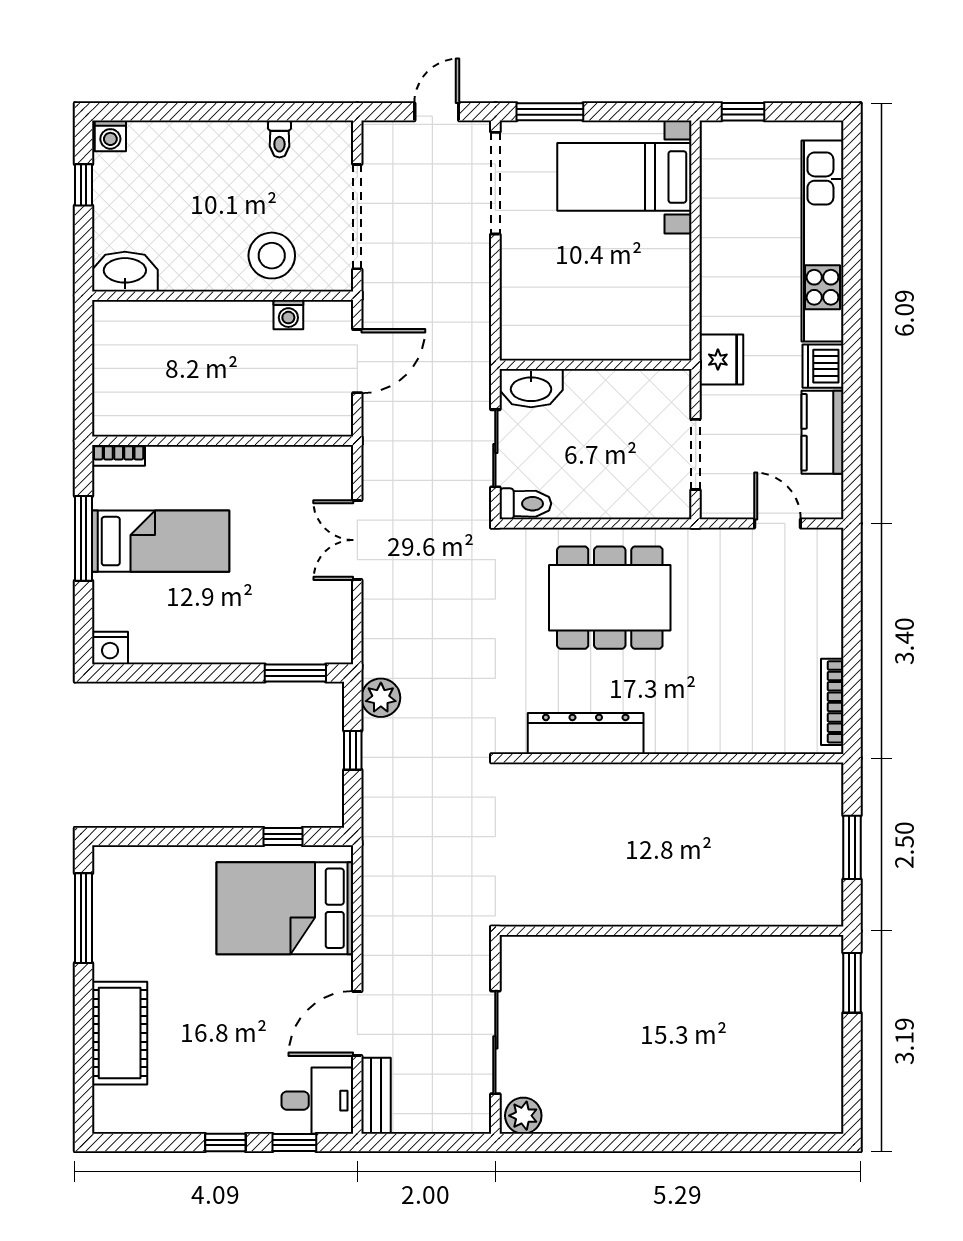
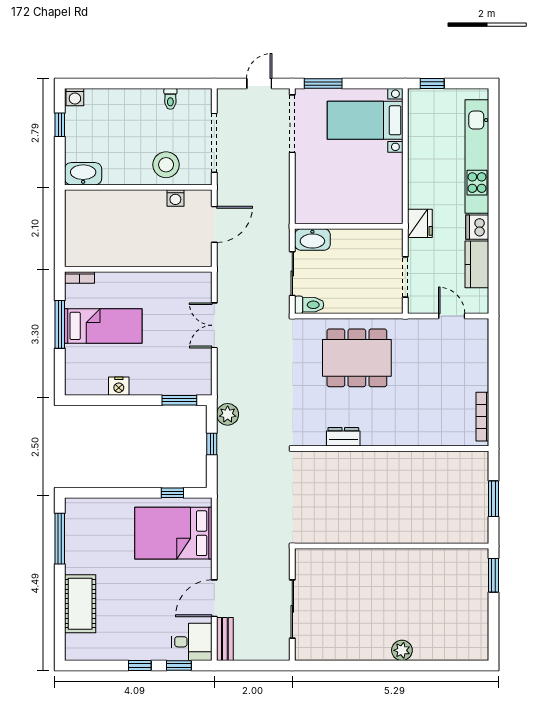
nightstand: (110, 648) -> (119, 386), moved
dresser: (586, 733) -> (343, 437), width x0.51, depth x0.80
plant: (523, 1116) -> (402, 650), moved

